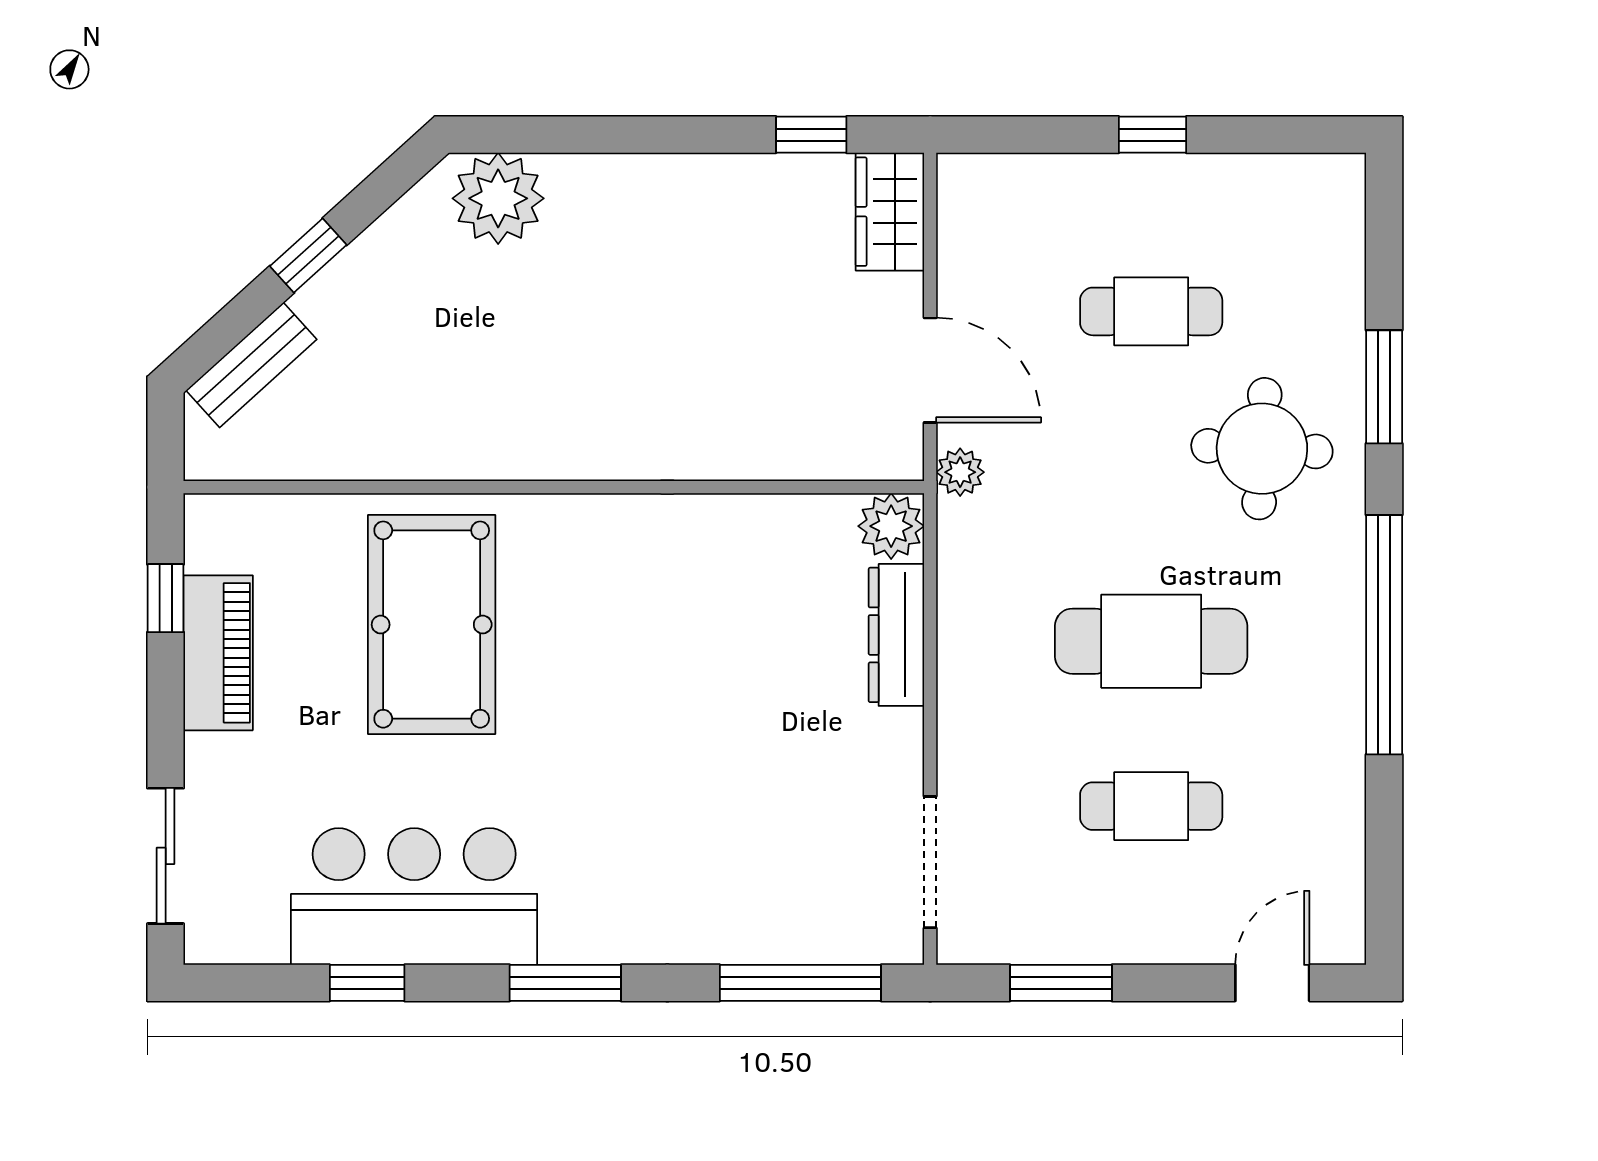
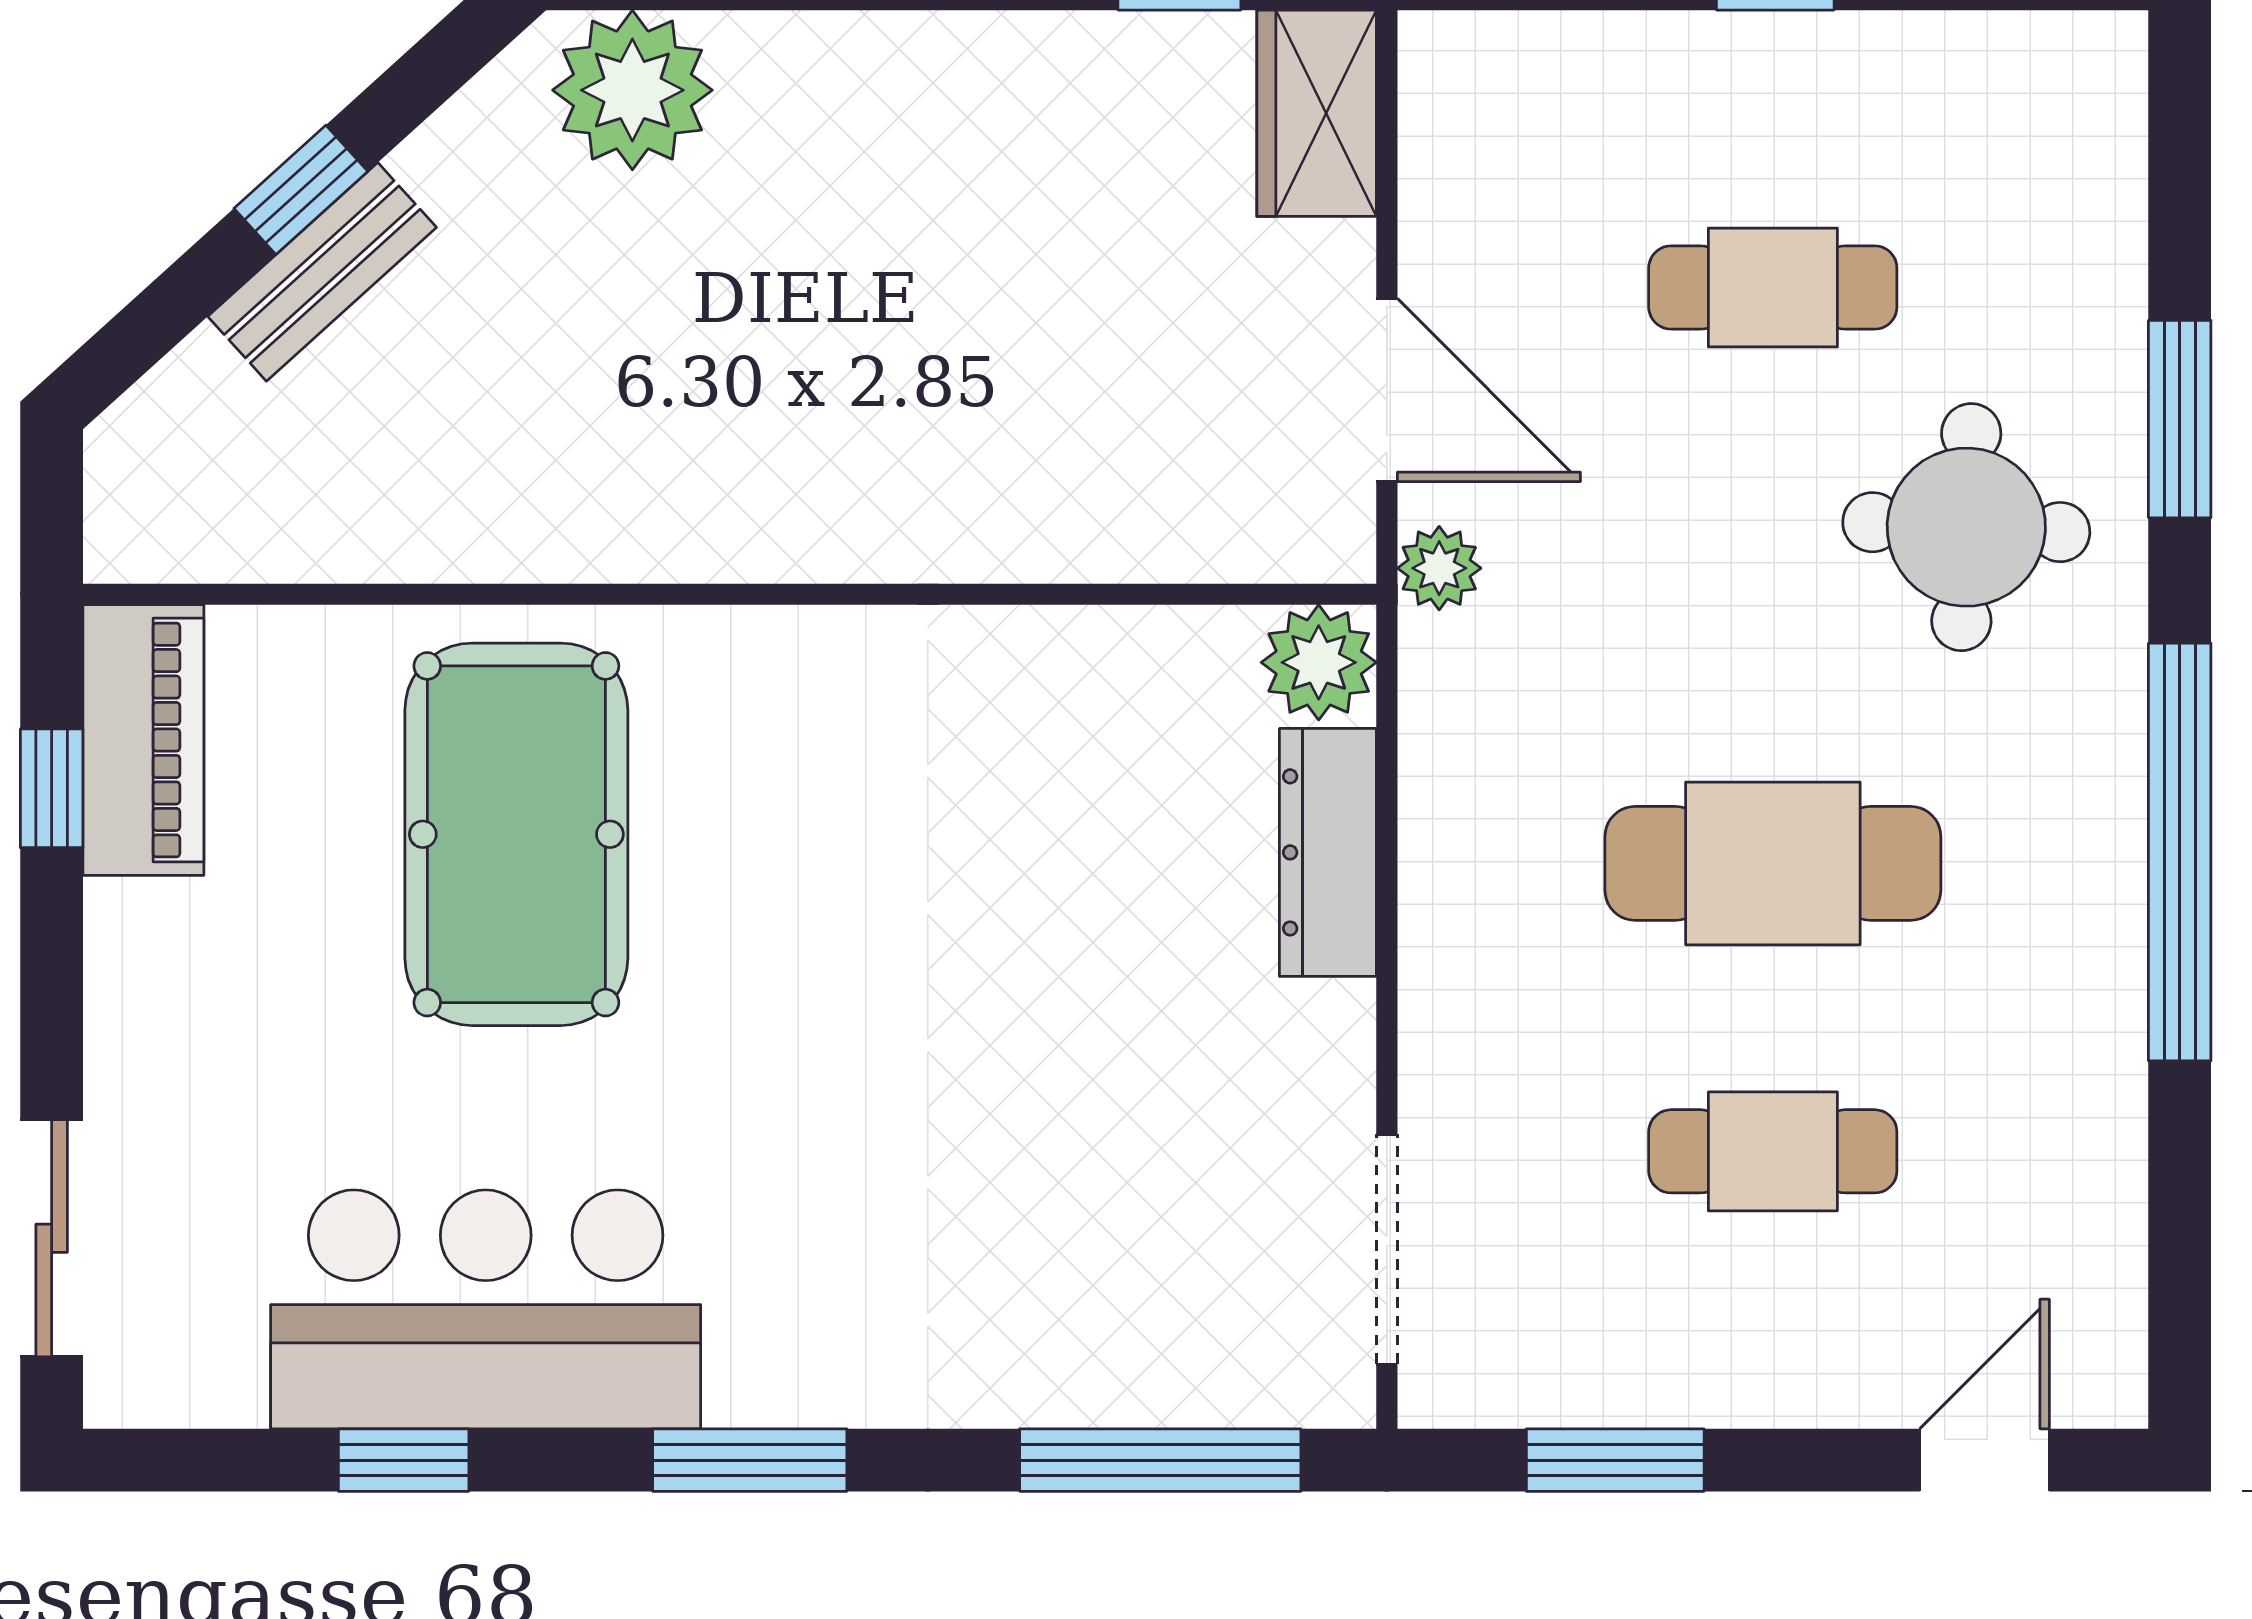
bench: (251, 365) -> (322, 272), moved
piano: (218, 653) -> (143, 740), moved

